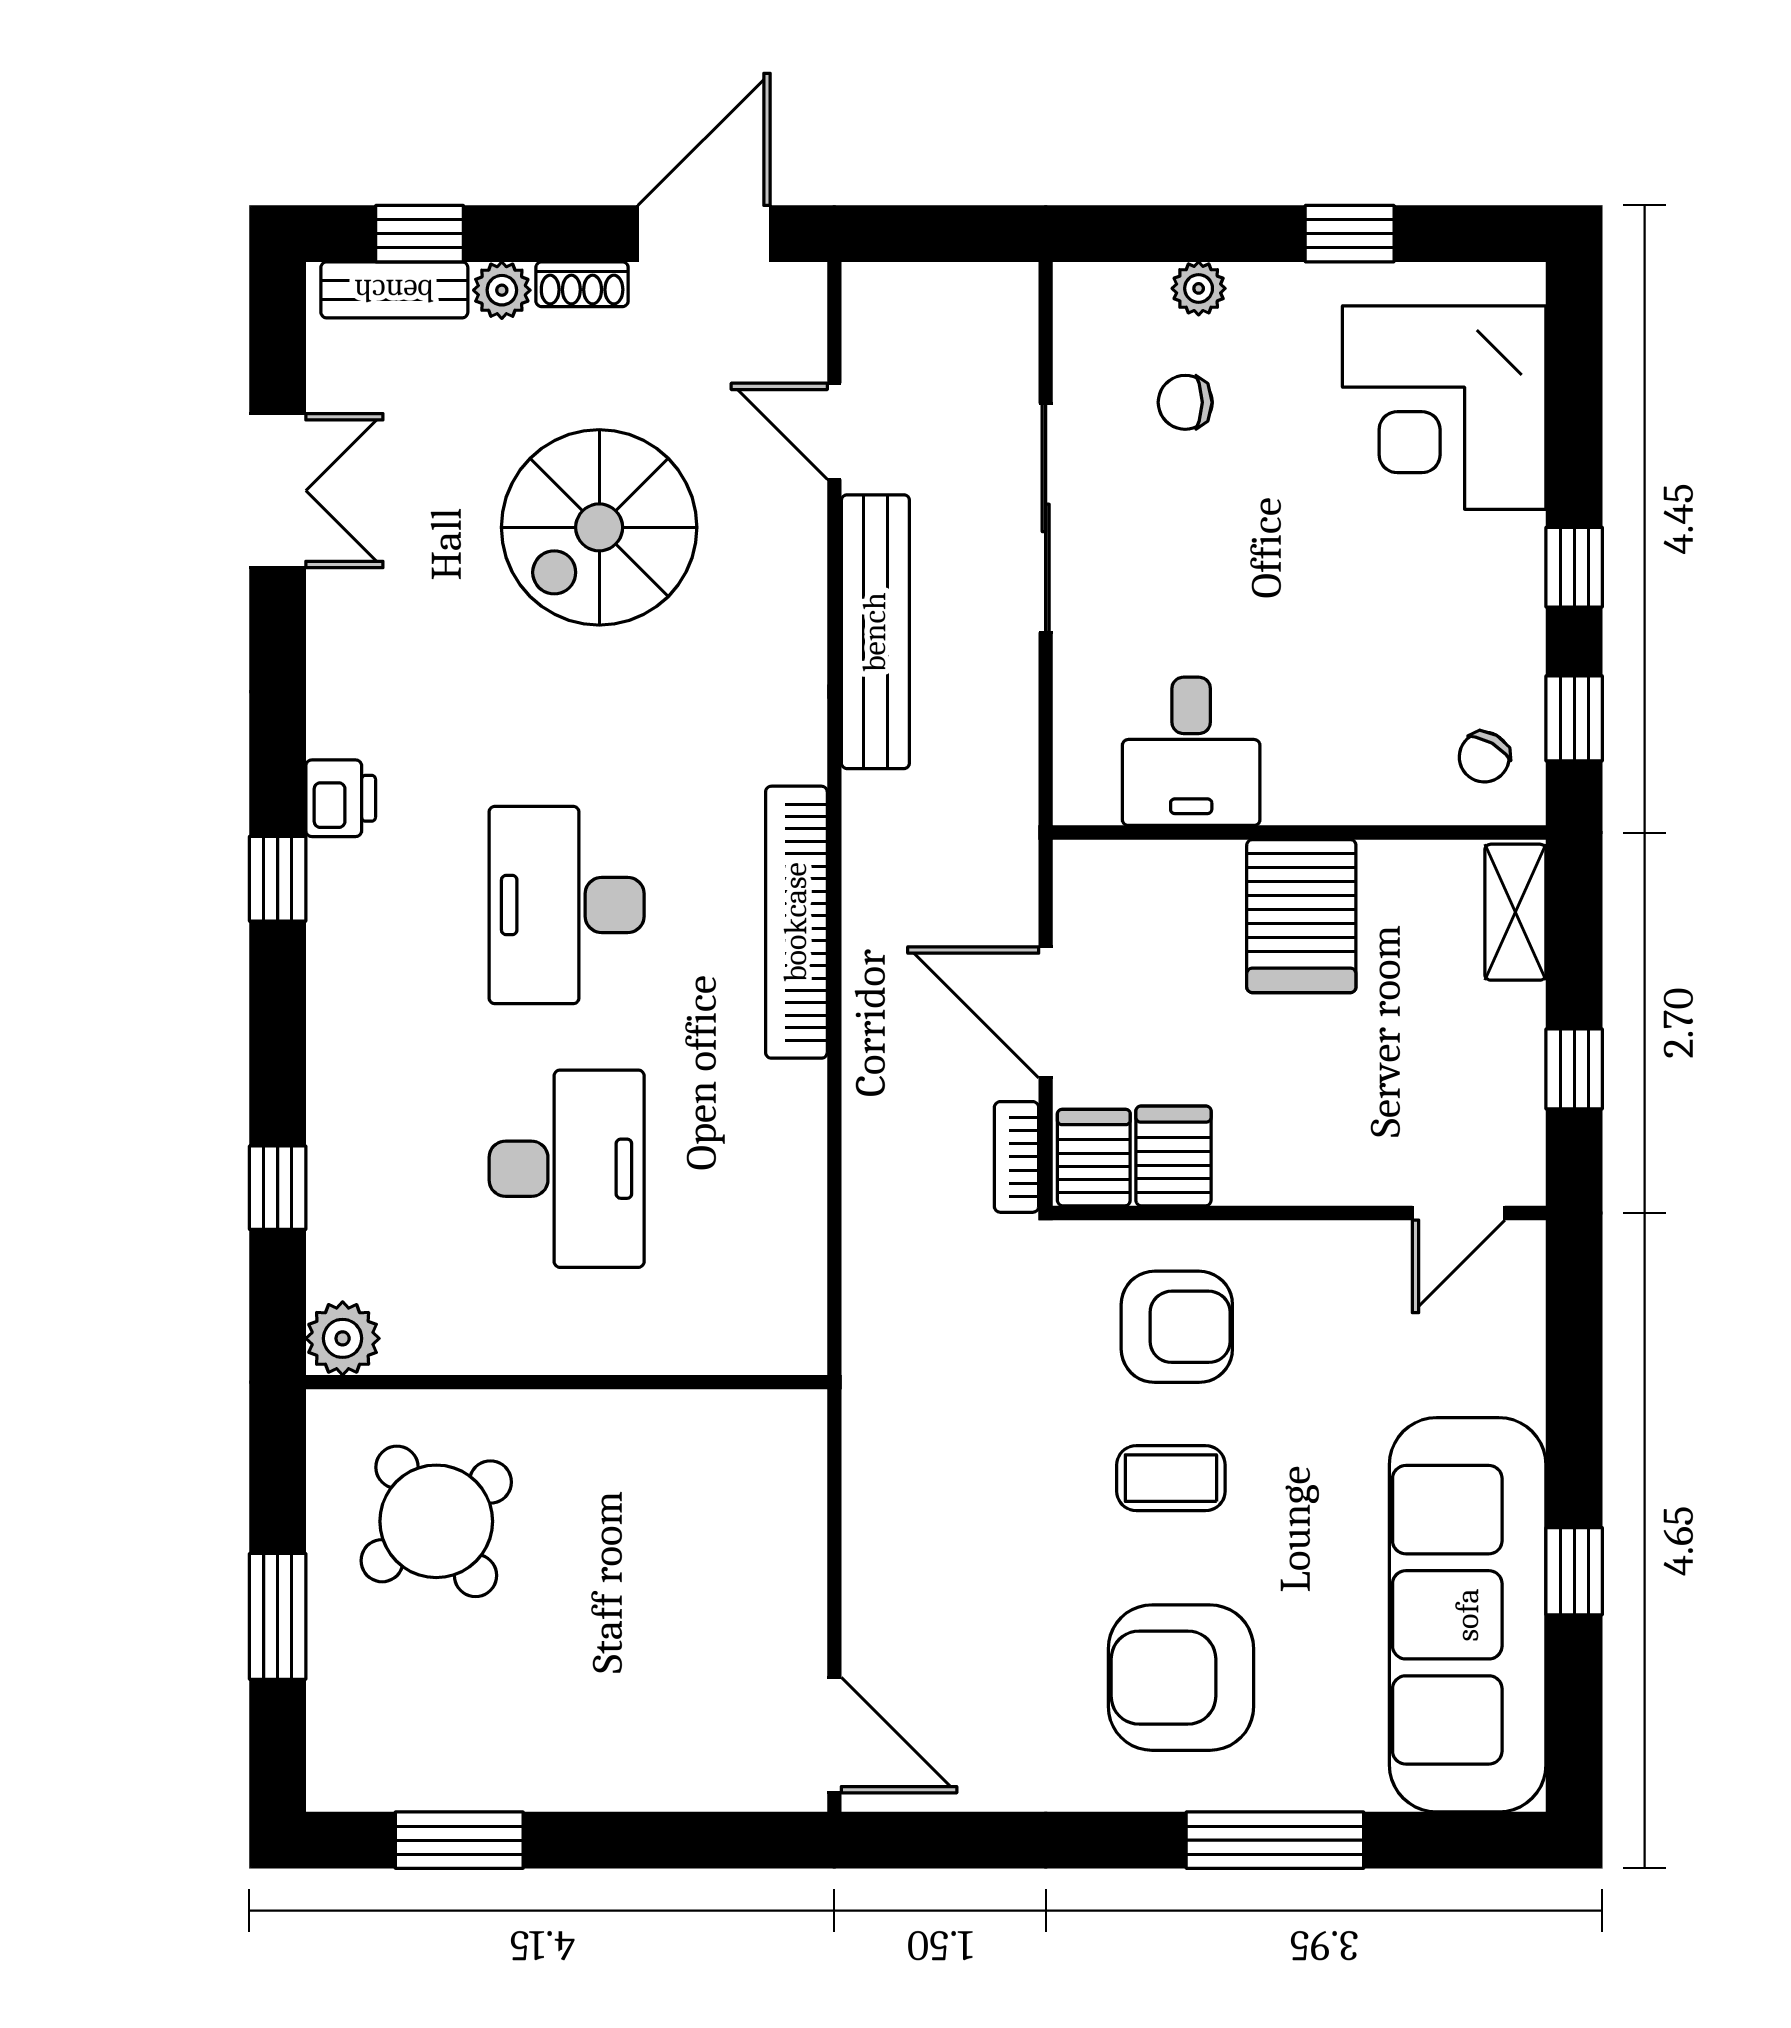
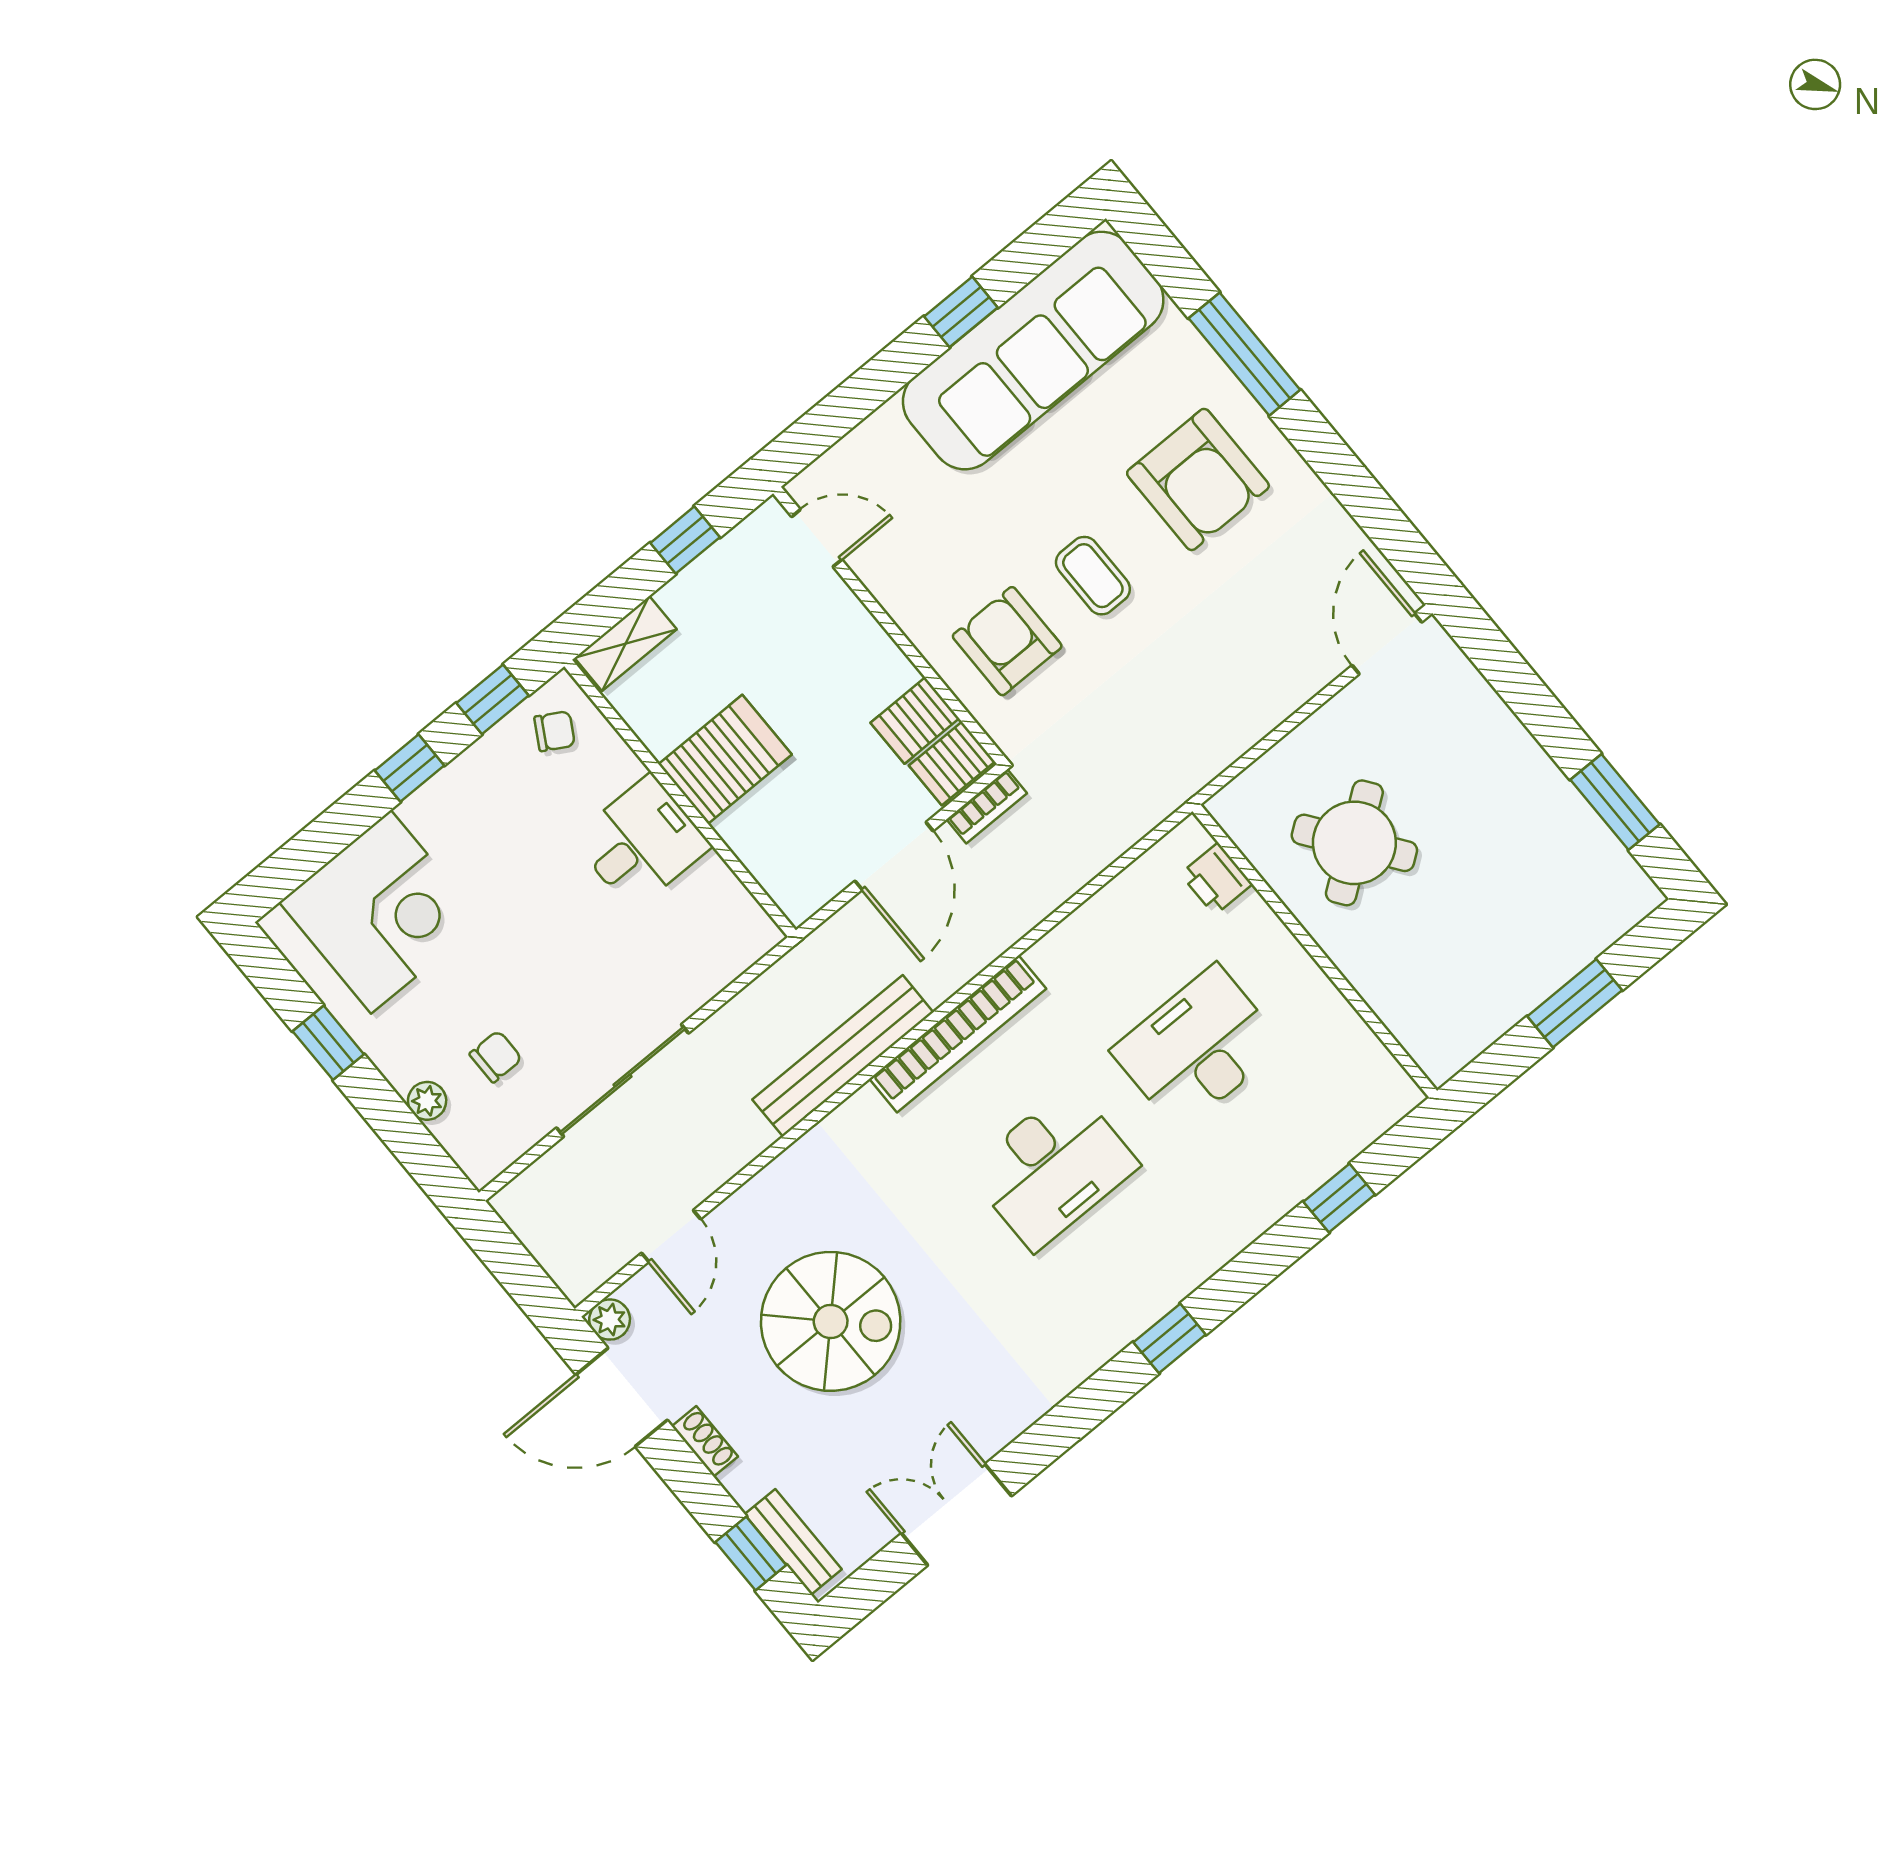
plant: (502, 290) -> (610, 1320), moved
chair: (1185, 402) -> (496, 1056), turned -90
bench: (875, 632) -> (843, 1056), moved
desk: (1191, 751) -> (641, 842), moved
printer: (341, 798) -> (1216, 879), moved, turned -90
plant: (343, 1338) -> (1392, 1094), removed
round table: (436, 1521) -> (1354, 843), moved

